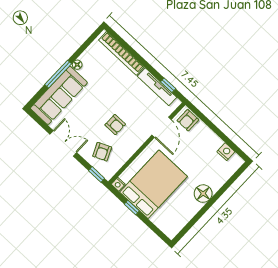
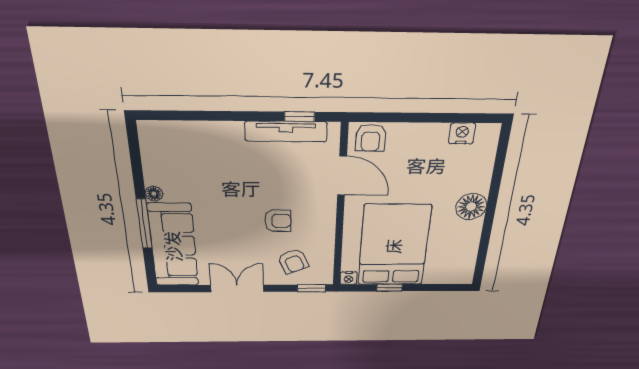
bookcase: (121, 53) -> (193, 131), removed

